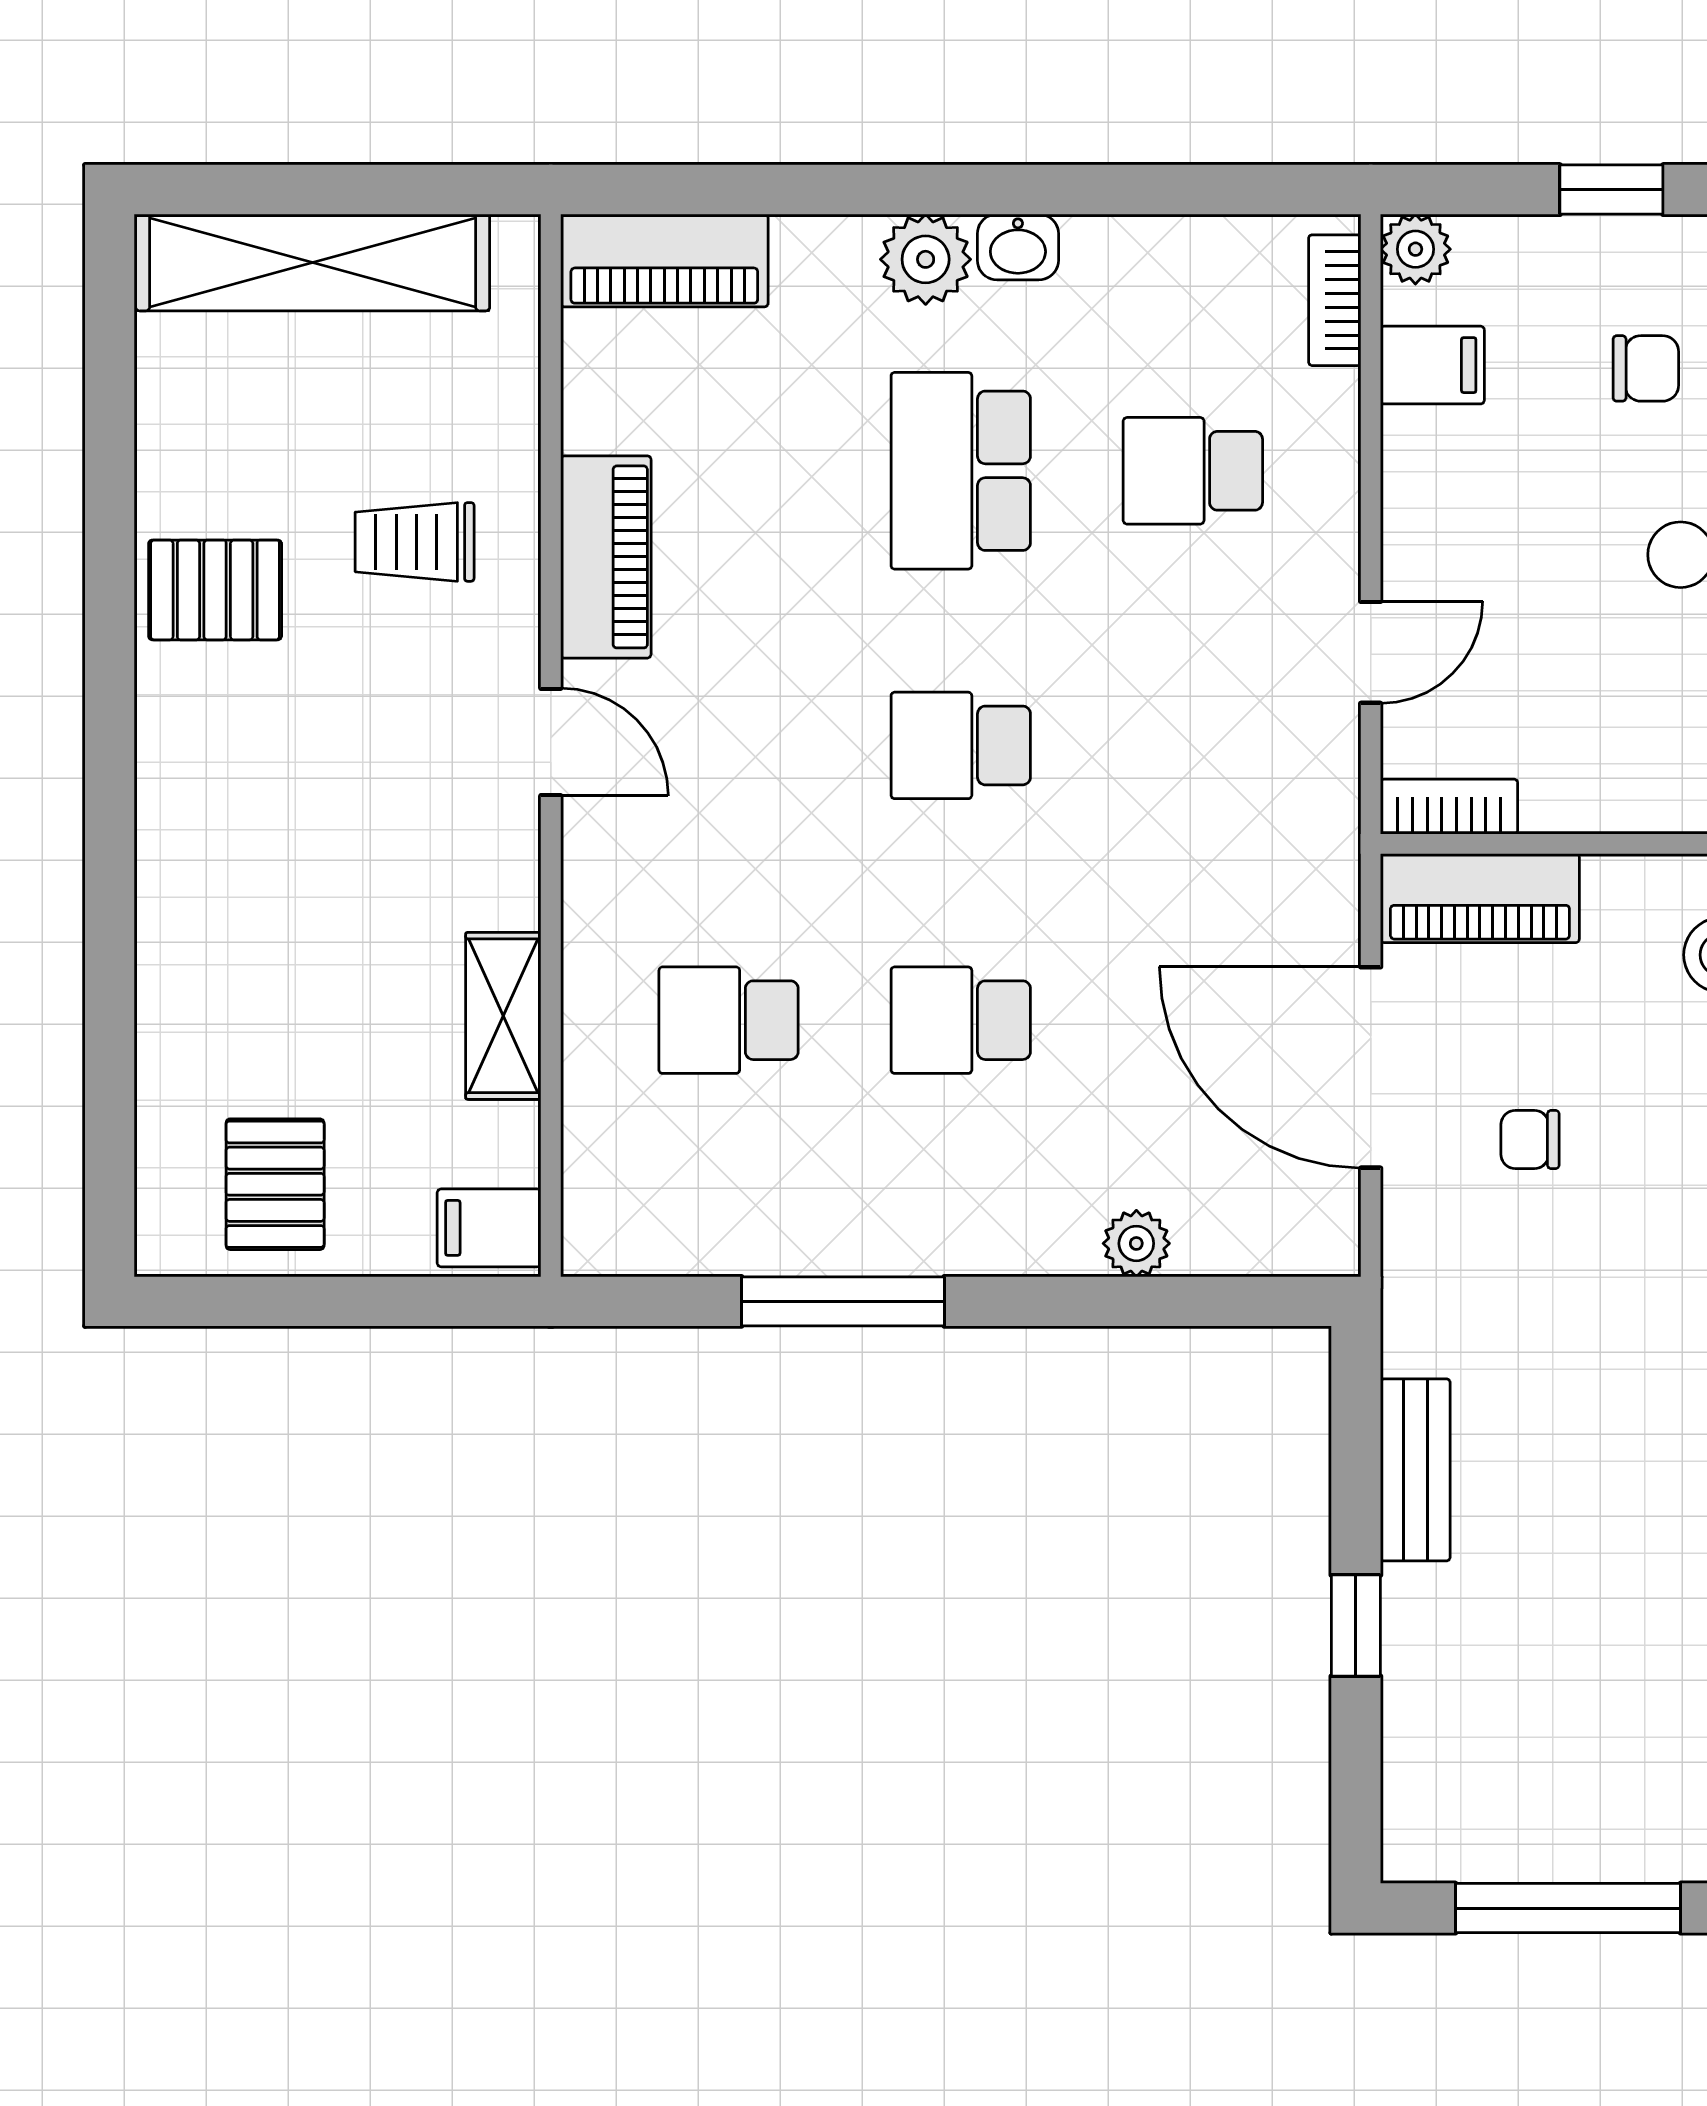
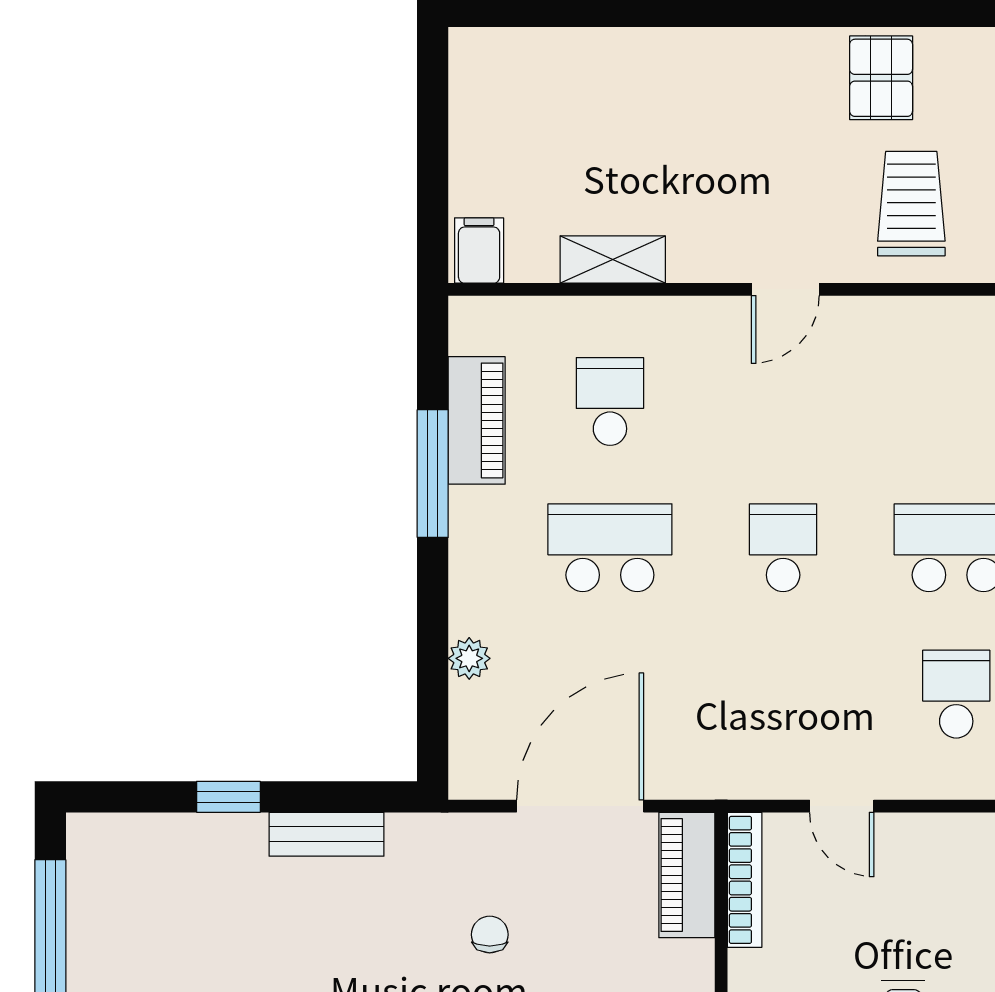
trolley: (415, 542) -> (911, 204), width x1.36, depth x1.39
piano: (606, 557) -> (477, 420), moved, turned -90
bookcase: (1449, 807) -> (745, 880), width x1.56
school desk: (961, 1020) -> (610, 548), width x1.85
chair: (1530, 1139) -> (490, 935), moved
pallet: (275, 1184) -> (507, 116), removed

